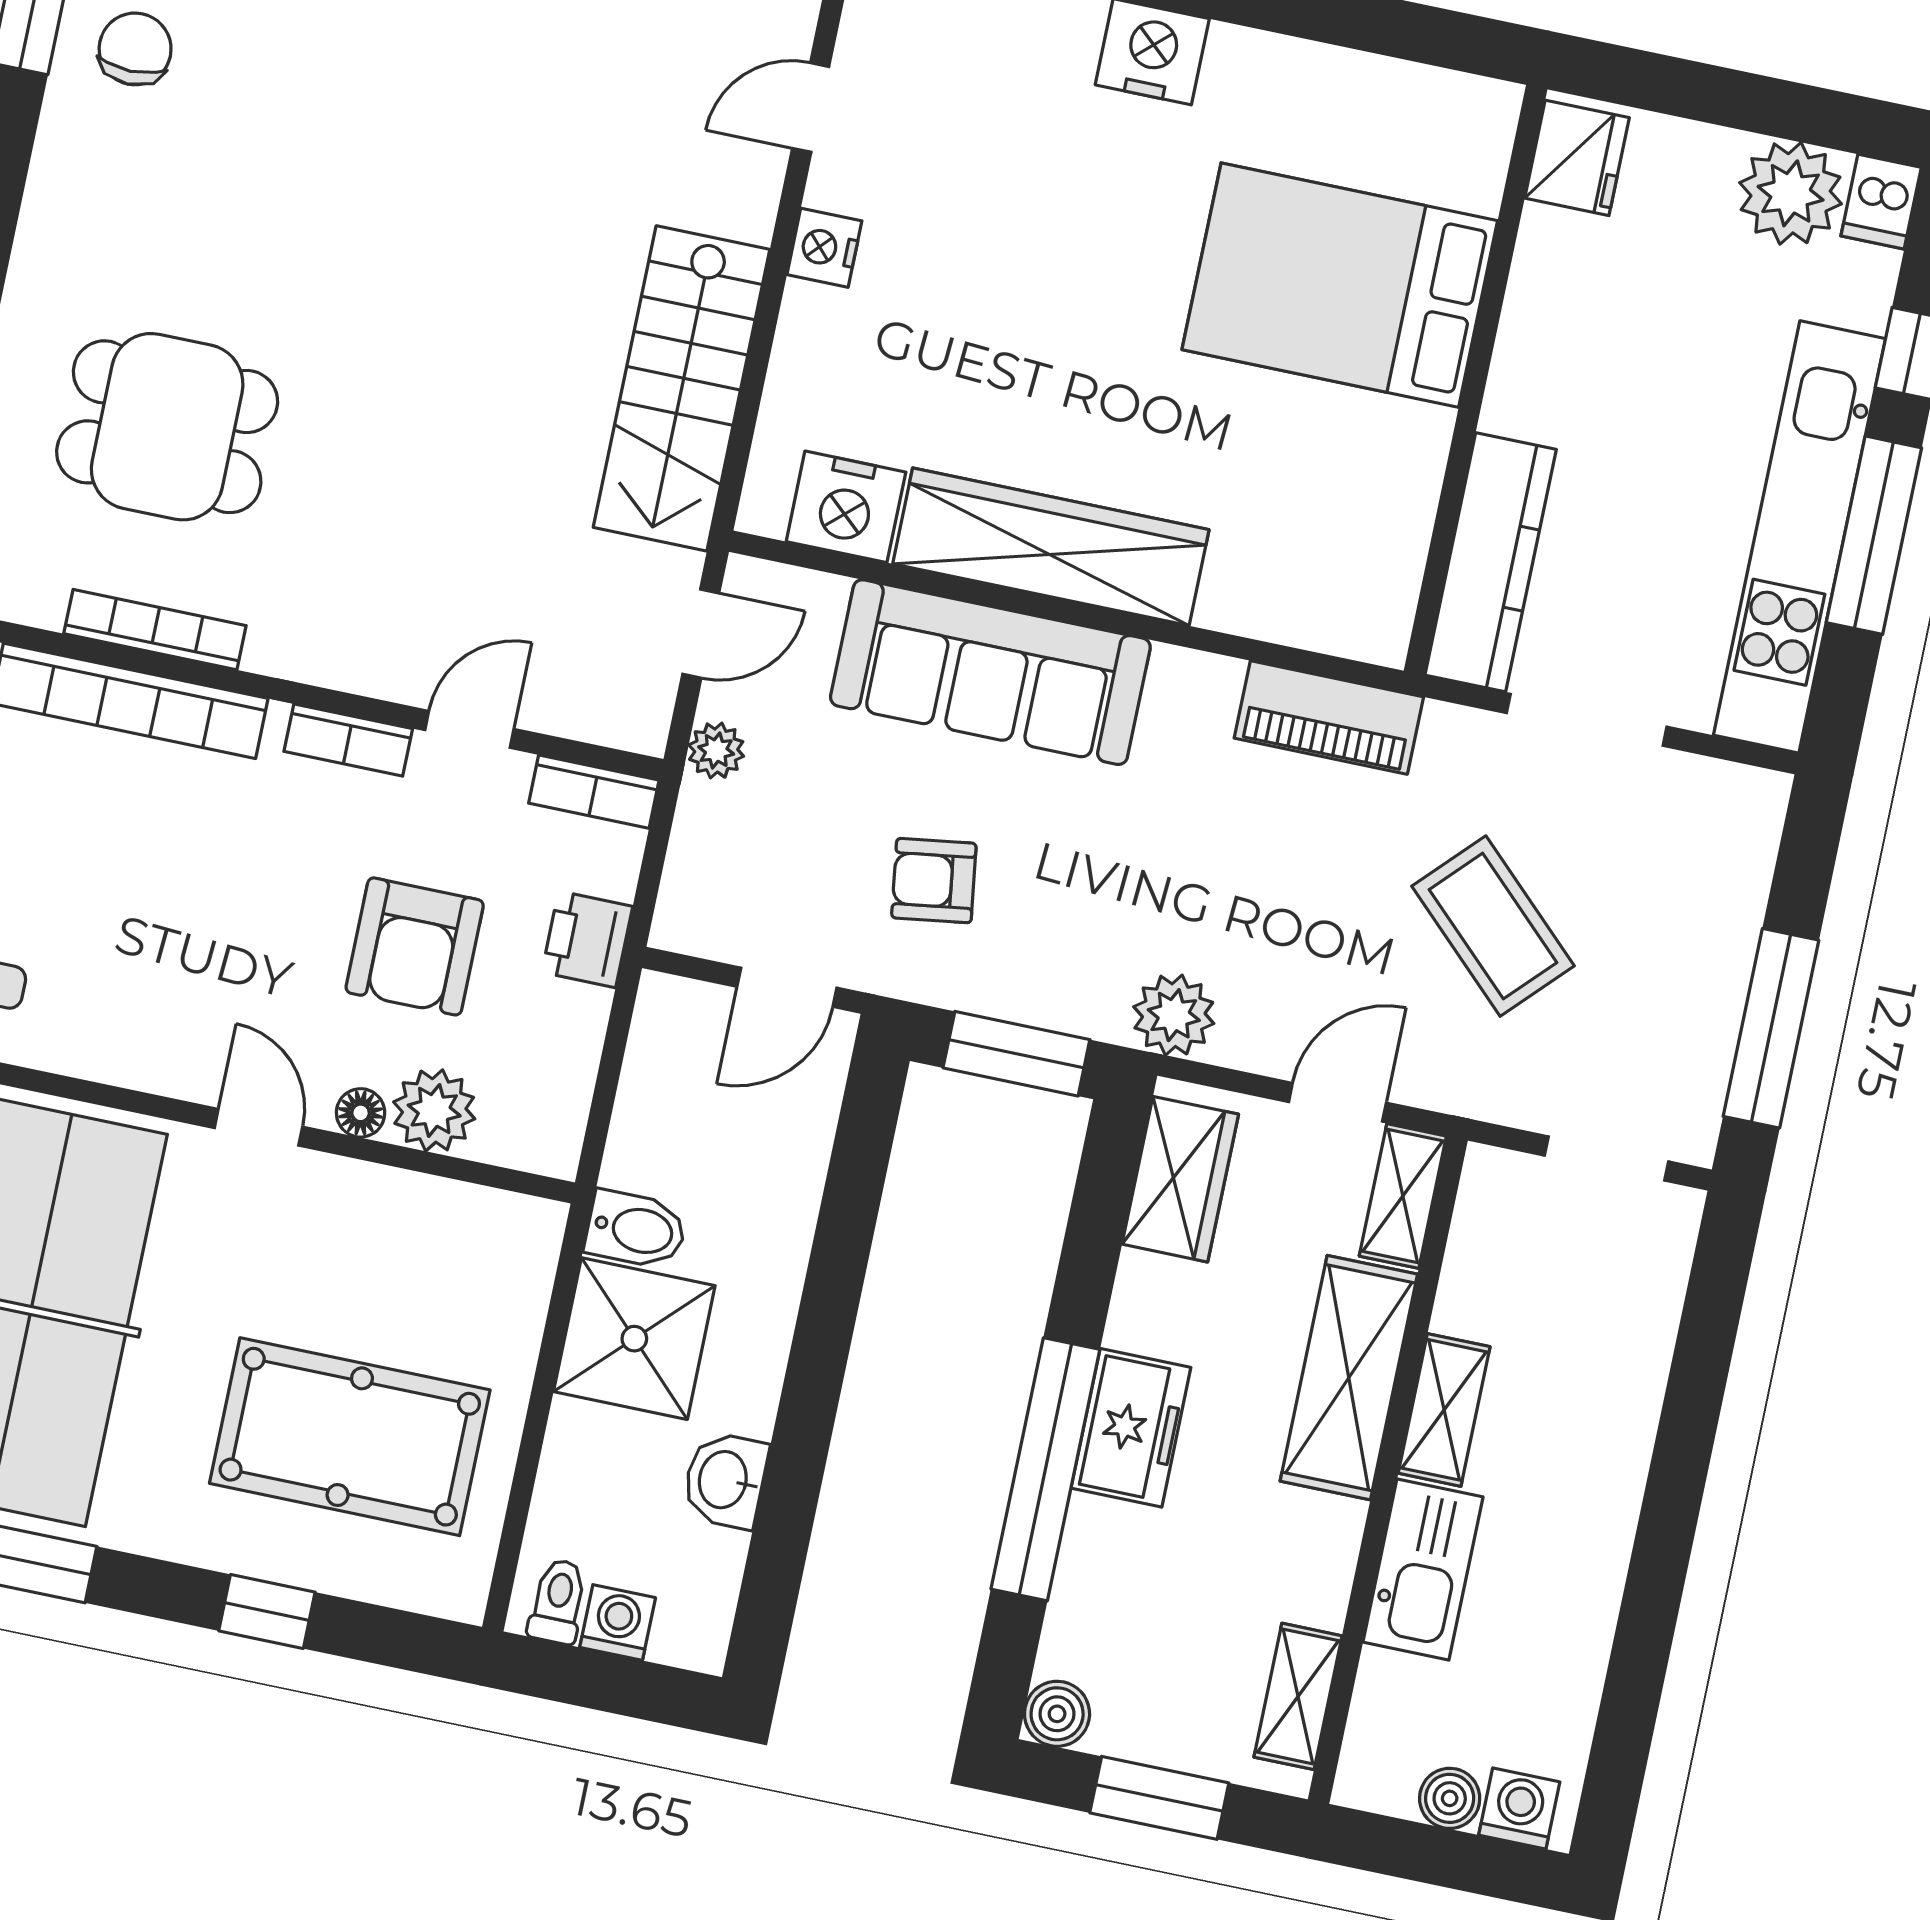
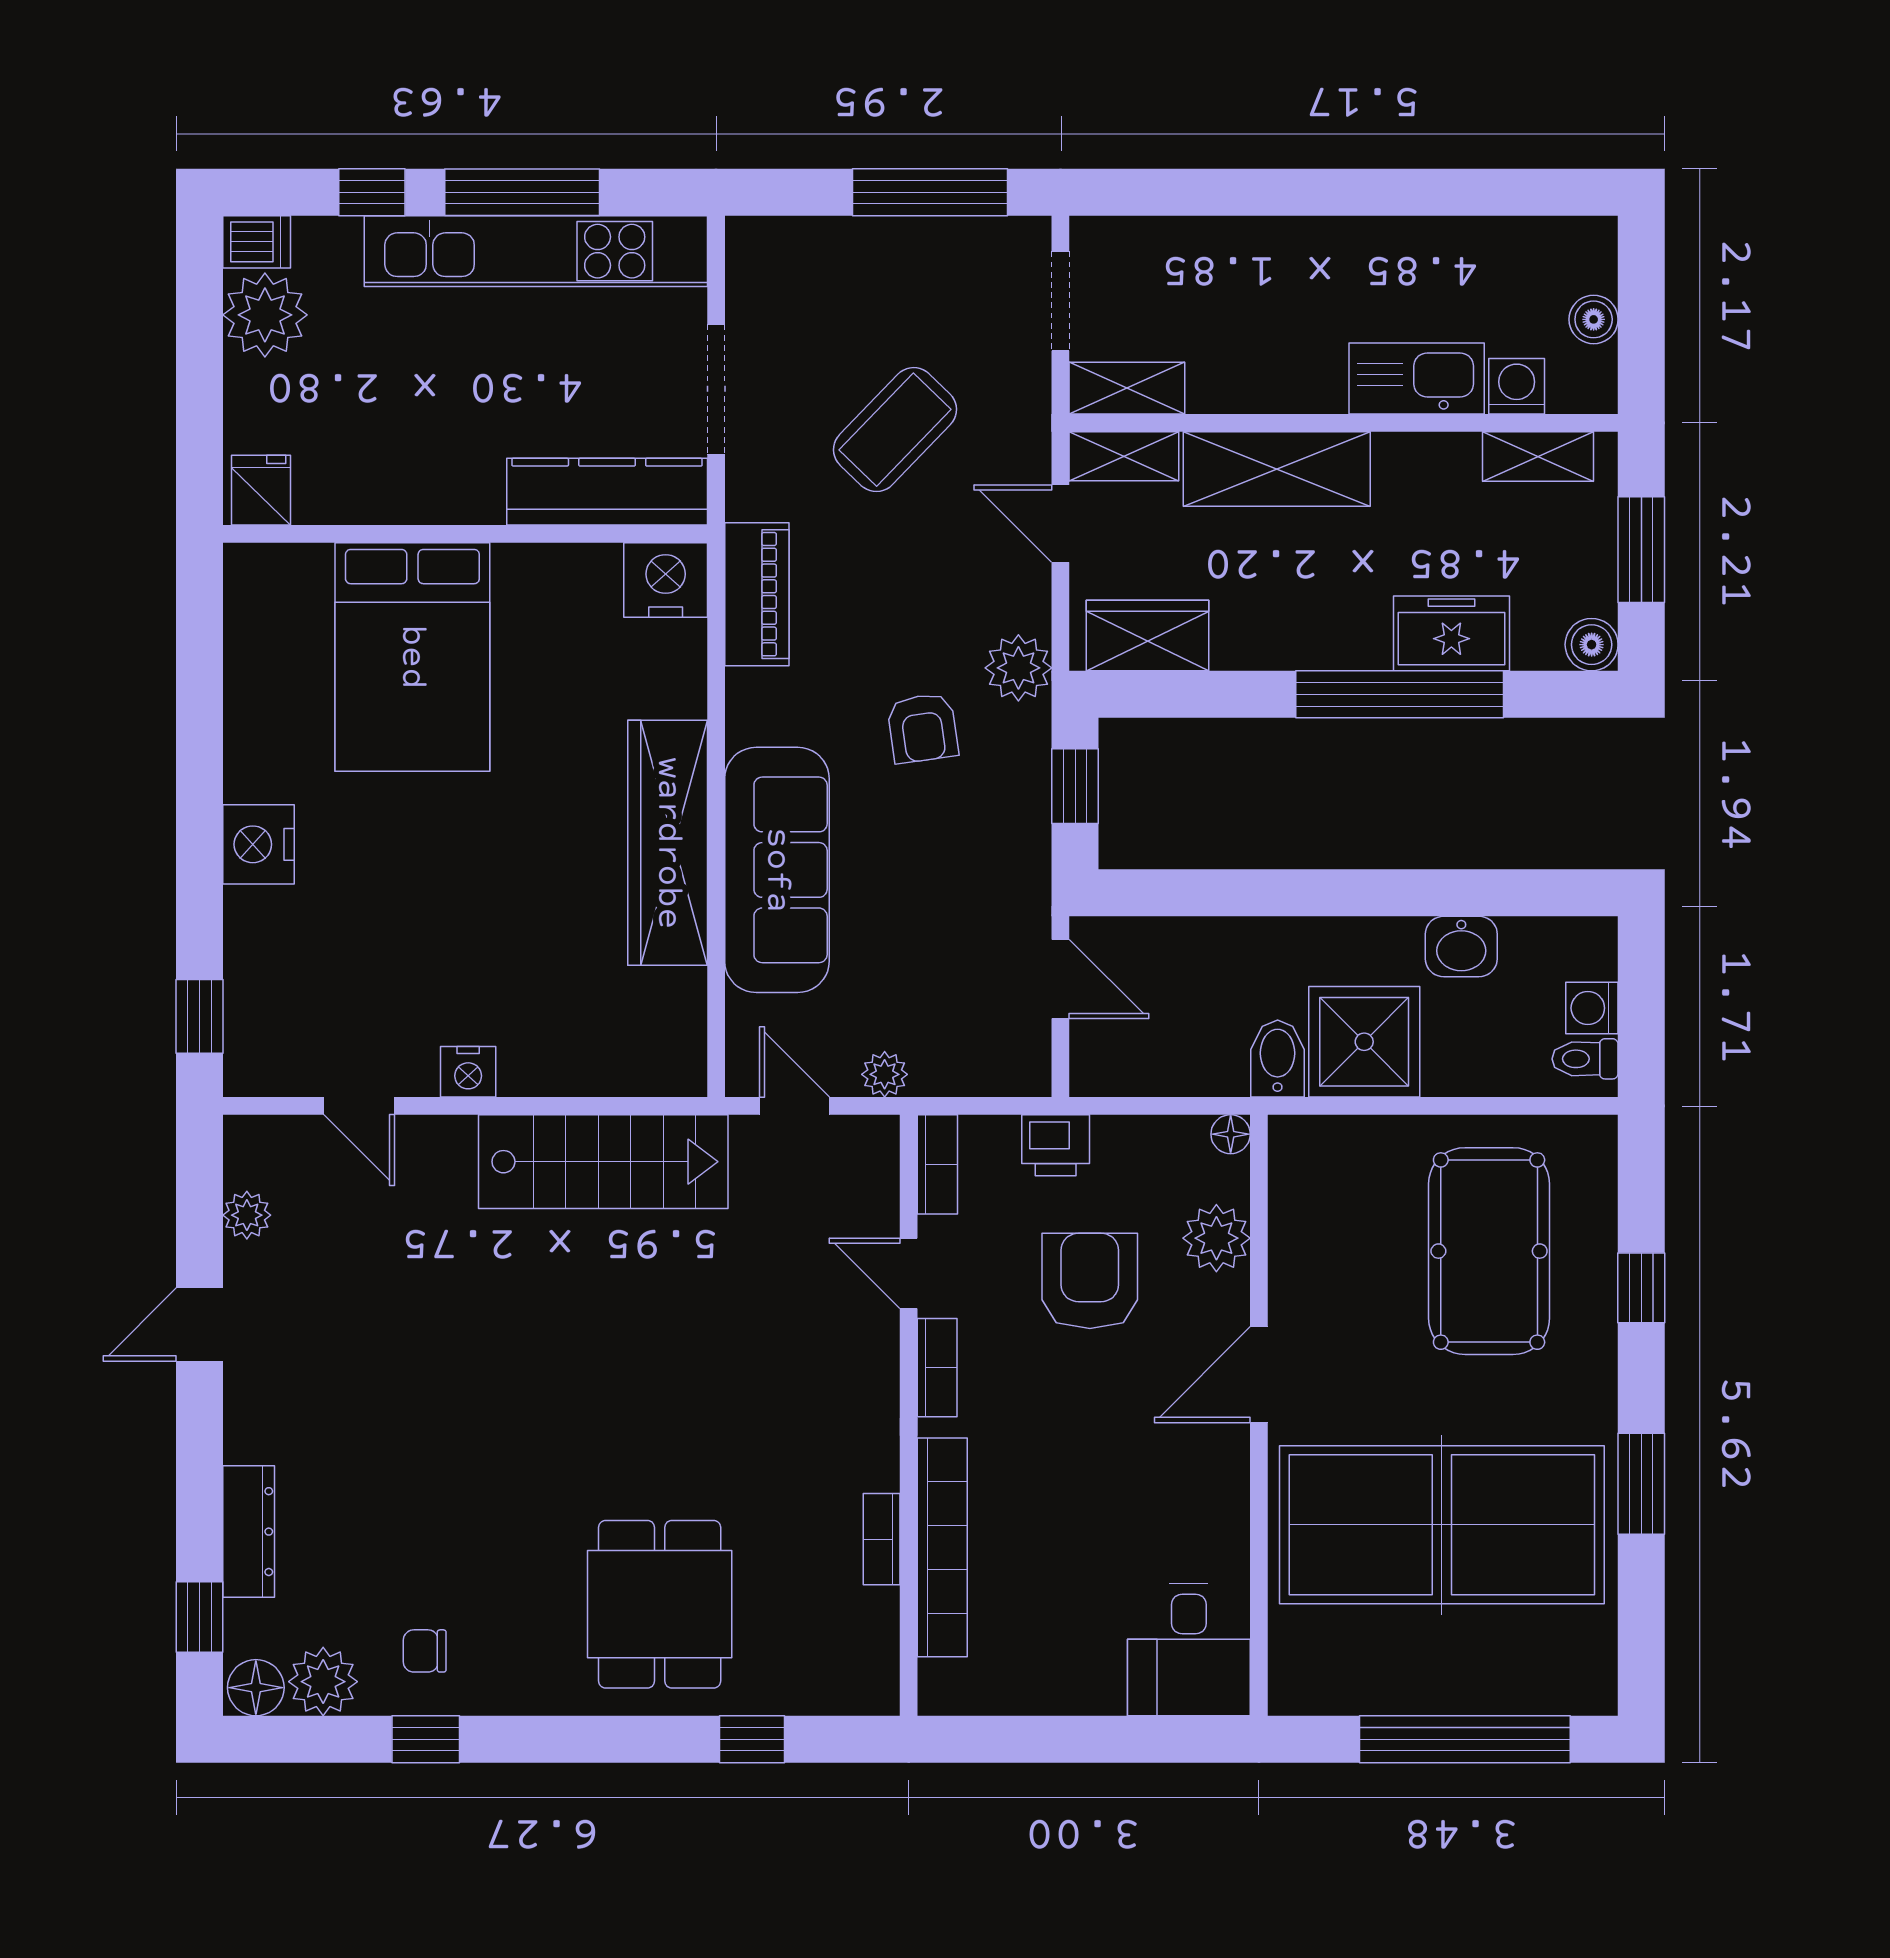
chair: (135, 49) -> (425, 1651), width x0.73, depth x0.73
fridge: (1577, 158) -> (261, 490), width x0.72
dining table: (167, 427) -> (660, 1604), moved
nightstand: (846, 507) -> (666, 580), moved, turned -90
bookcase: (155, 630) -> (882, 1539), width x0.64
armchair: (934, 881) -> (923, 728), moved
armchair: (415, 946) -> (1090, 1281), turned -90
window: (1016, 1054) -> (1075, 786), width x0.67
floor lamp: (361, 1113) -> (1231, 1134), moved
door: (258, 1127) -> (1259, 1375), width x1.38
shelving: (1444, 1410) -> (1127, 388), moved
freezer: (1131, 1428) -> (1451, 633), moved
washing machine: (1519, 1809) -> (1517, 386), moved, turned 90

